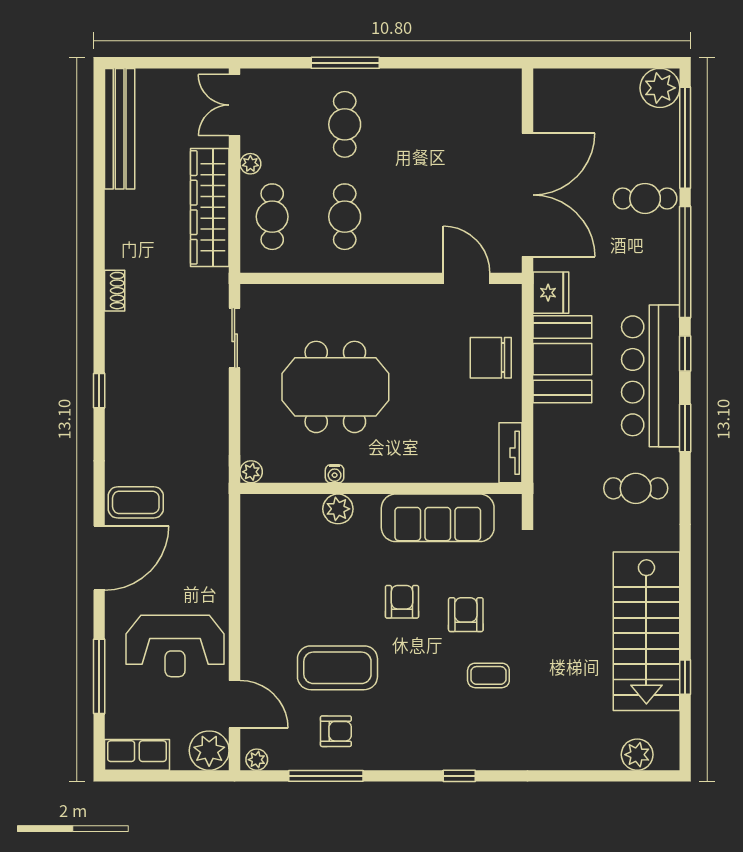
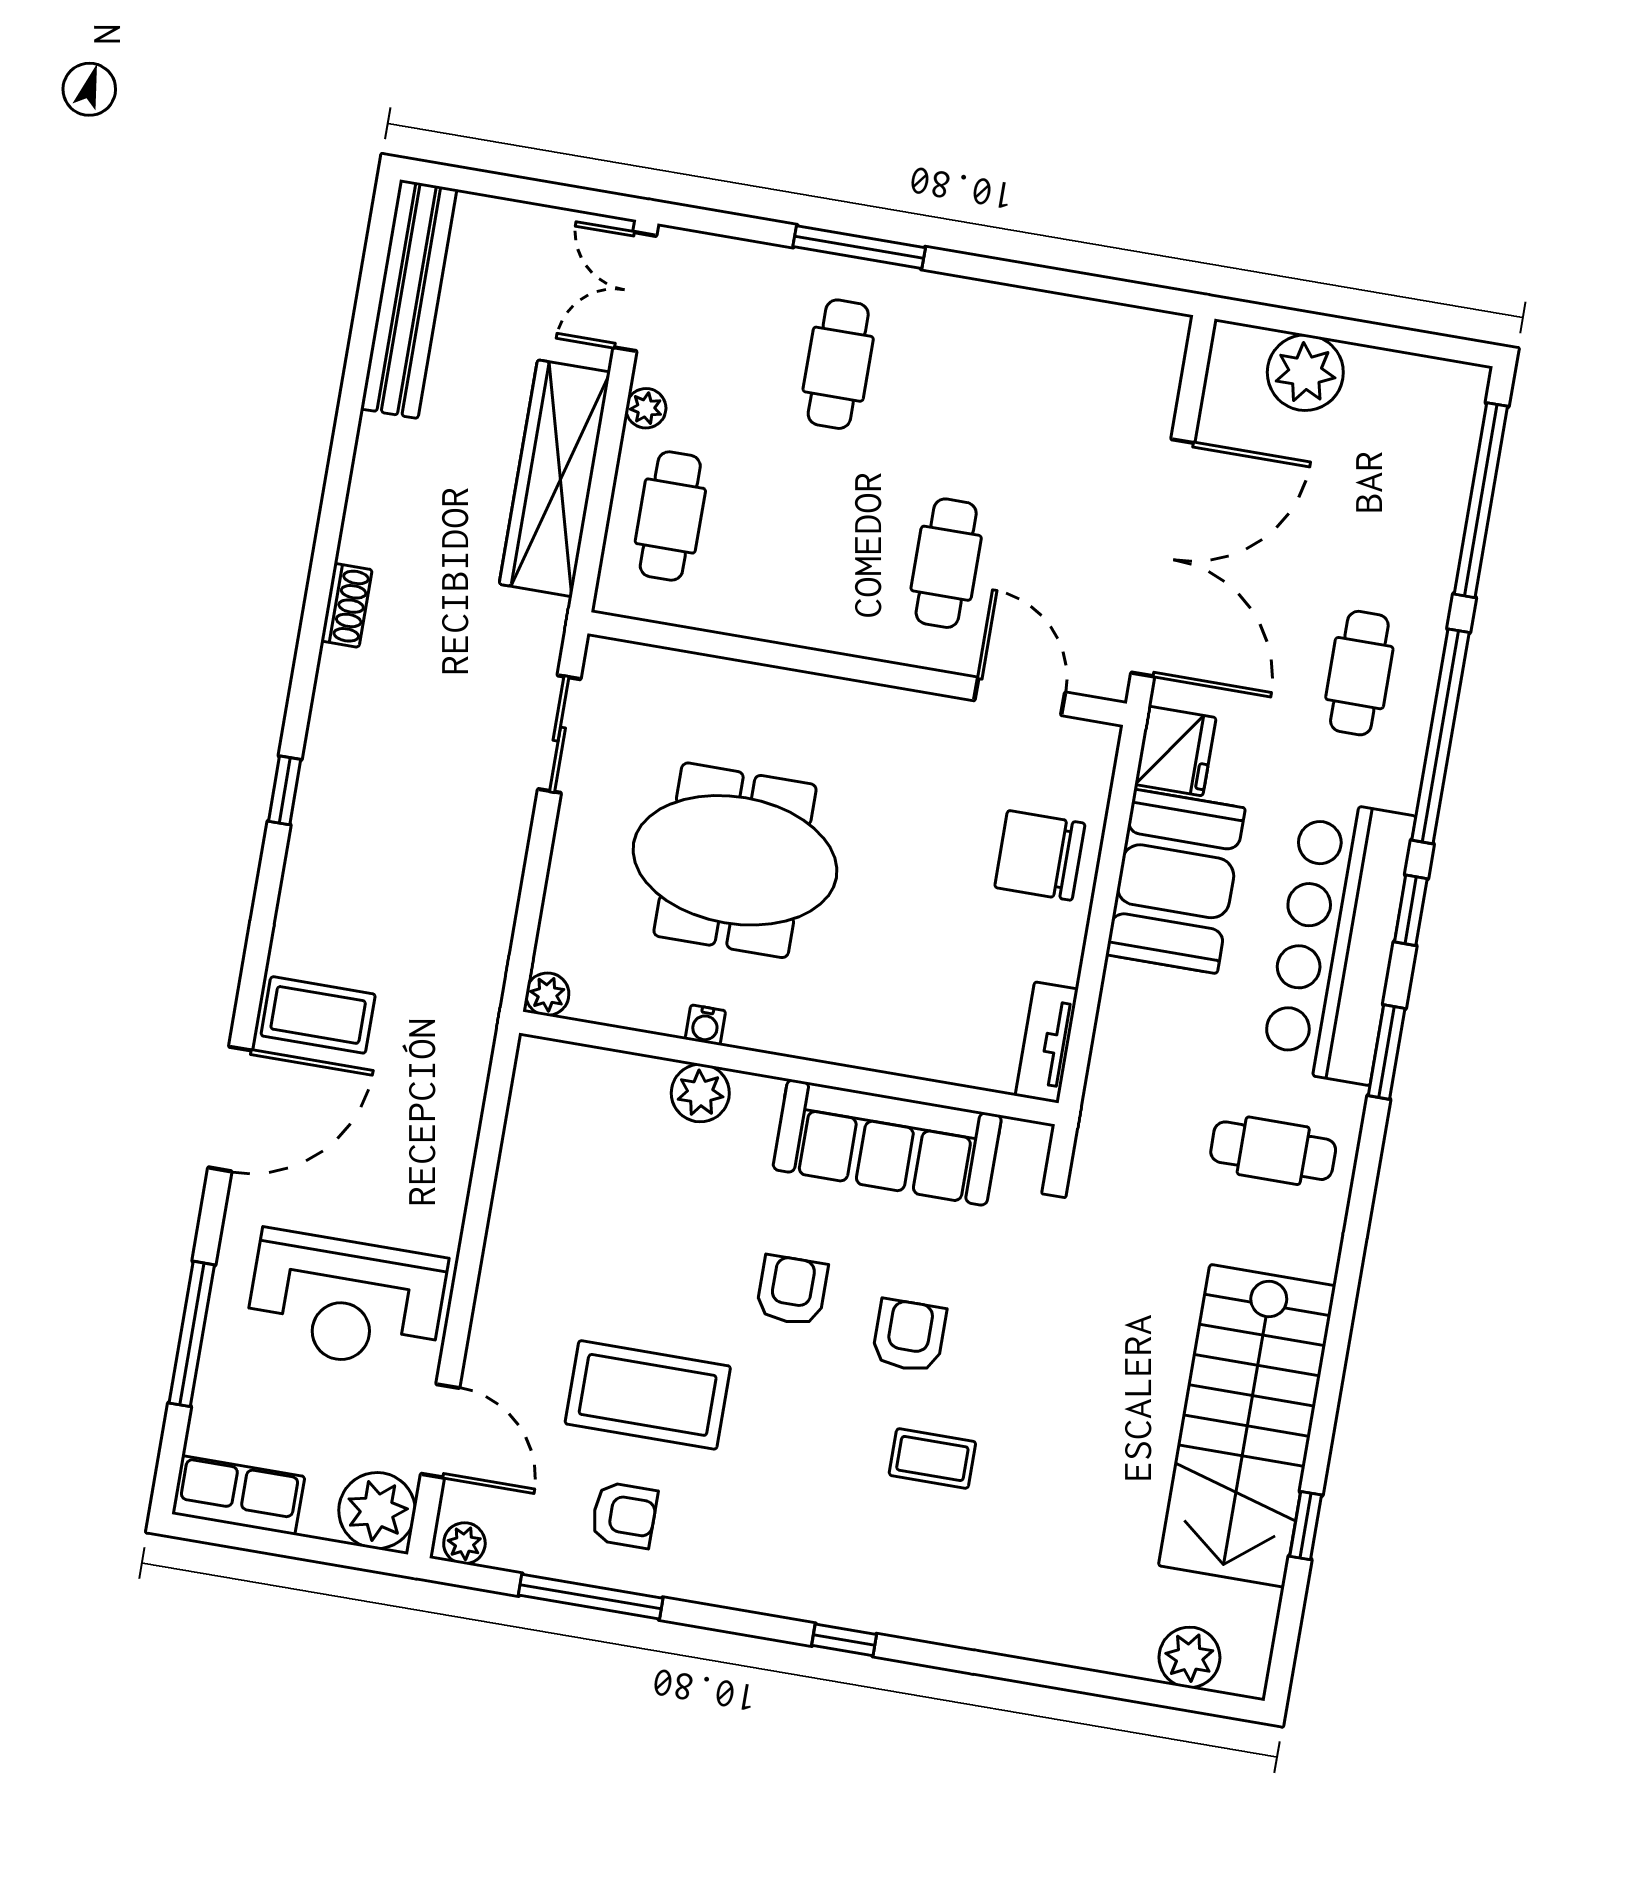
plant: (660, 88) -> (1305, 373), moved
cafe table: (645, 198) -> (1359, 673), moved, turned 90
cafe table: (345, 217) -> (946, 563), moved

